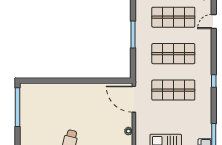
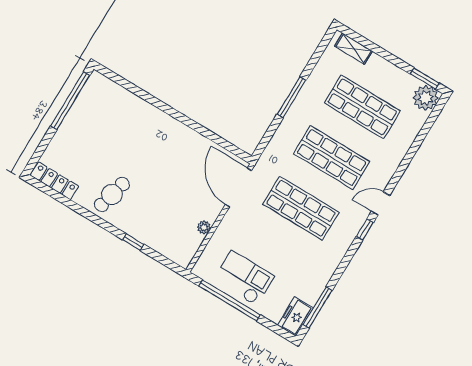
door: (214, 21) -> (381, 204), moved

